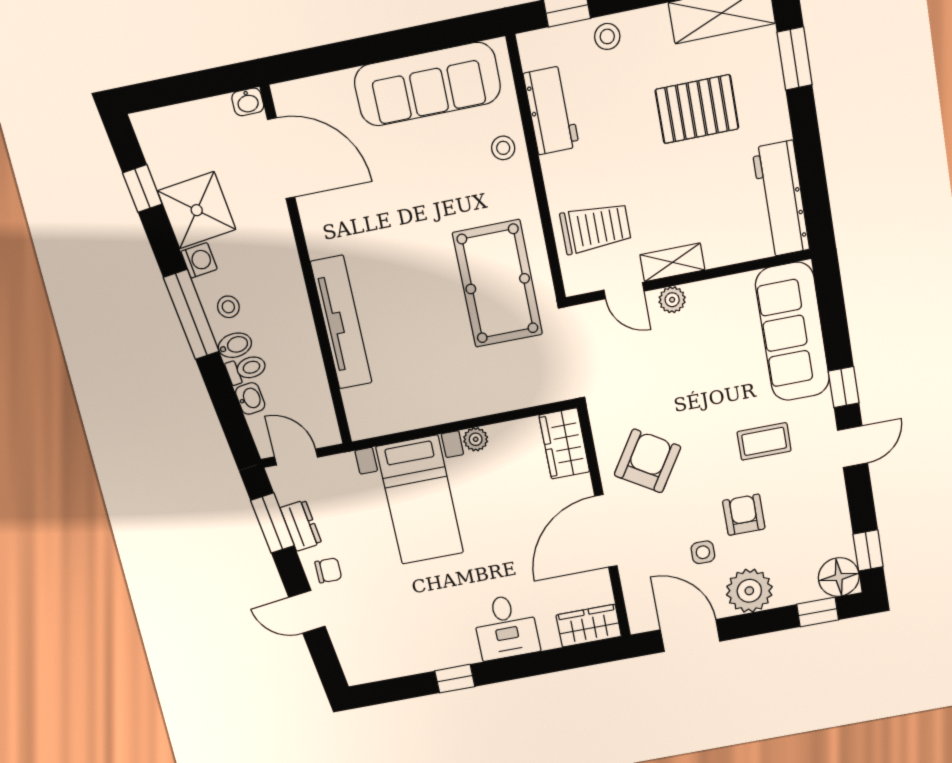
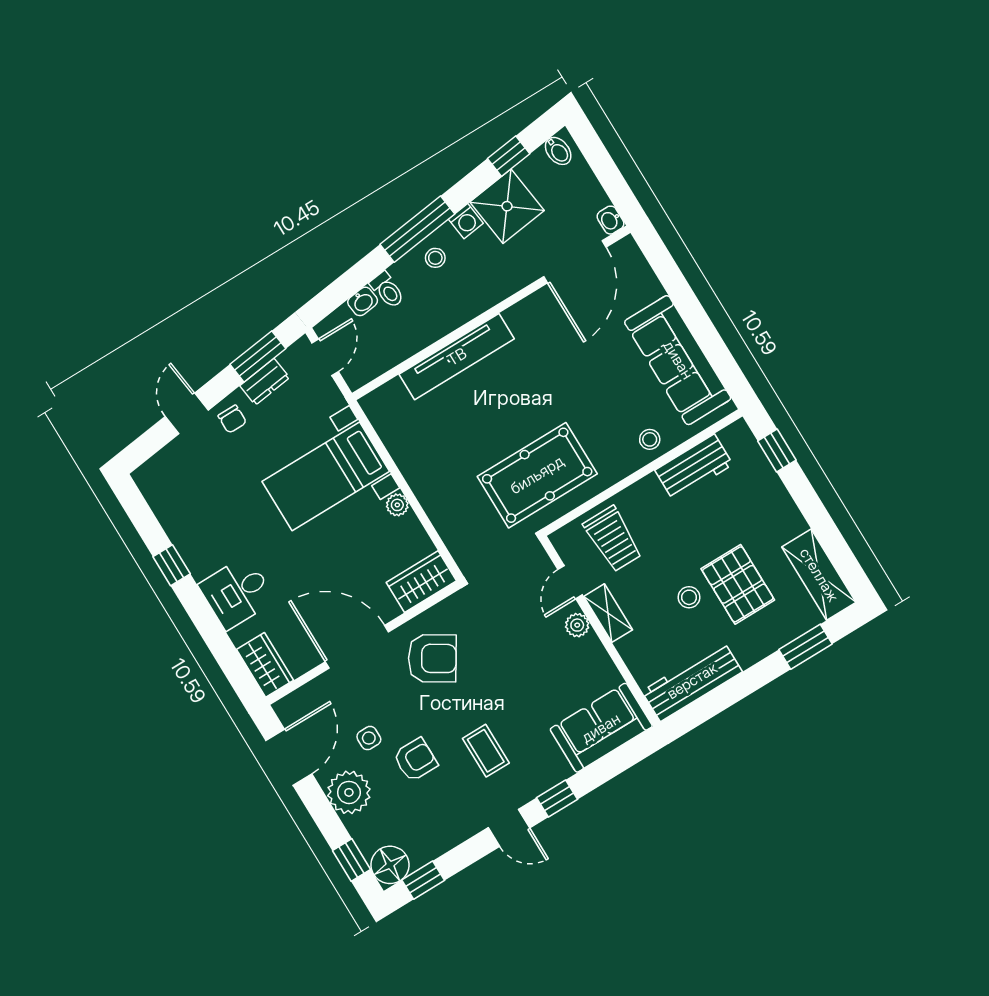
stool: (607, 36) -> (689, 597), moved
sofa: (793, 332) -> (601, 728), width x0.73
bidet: (235, 345) -> (558, 151), moved

